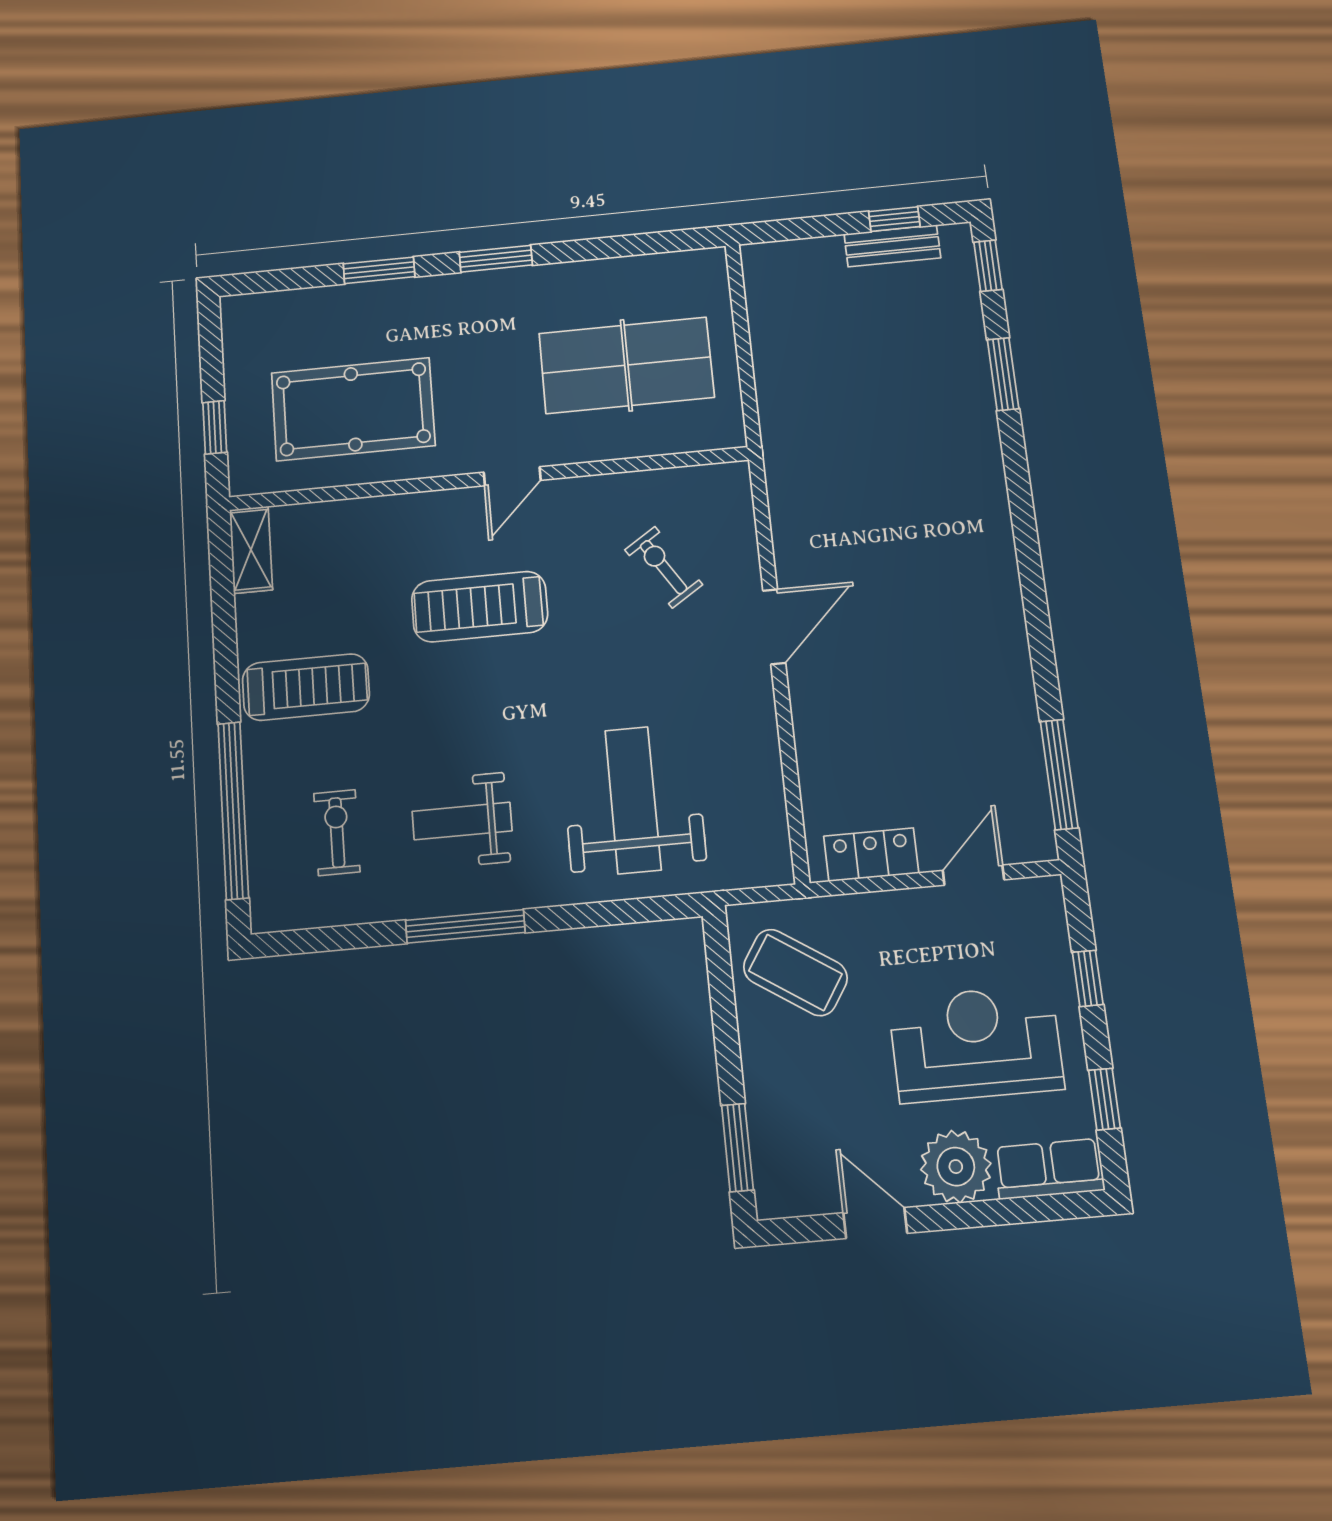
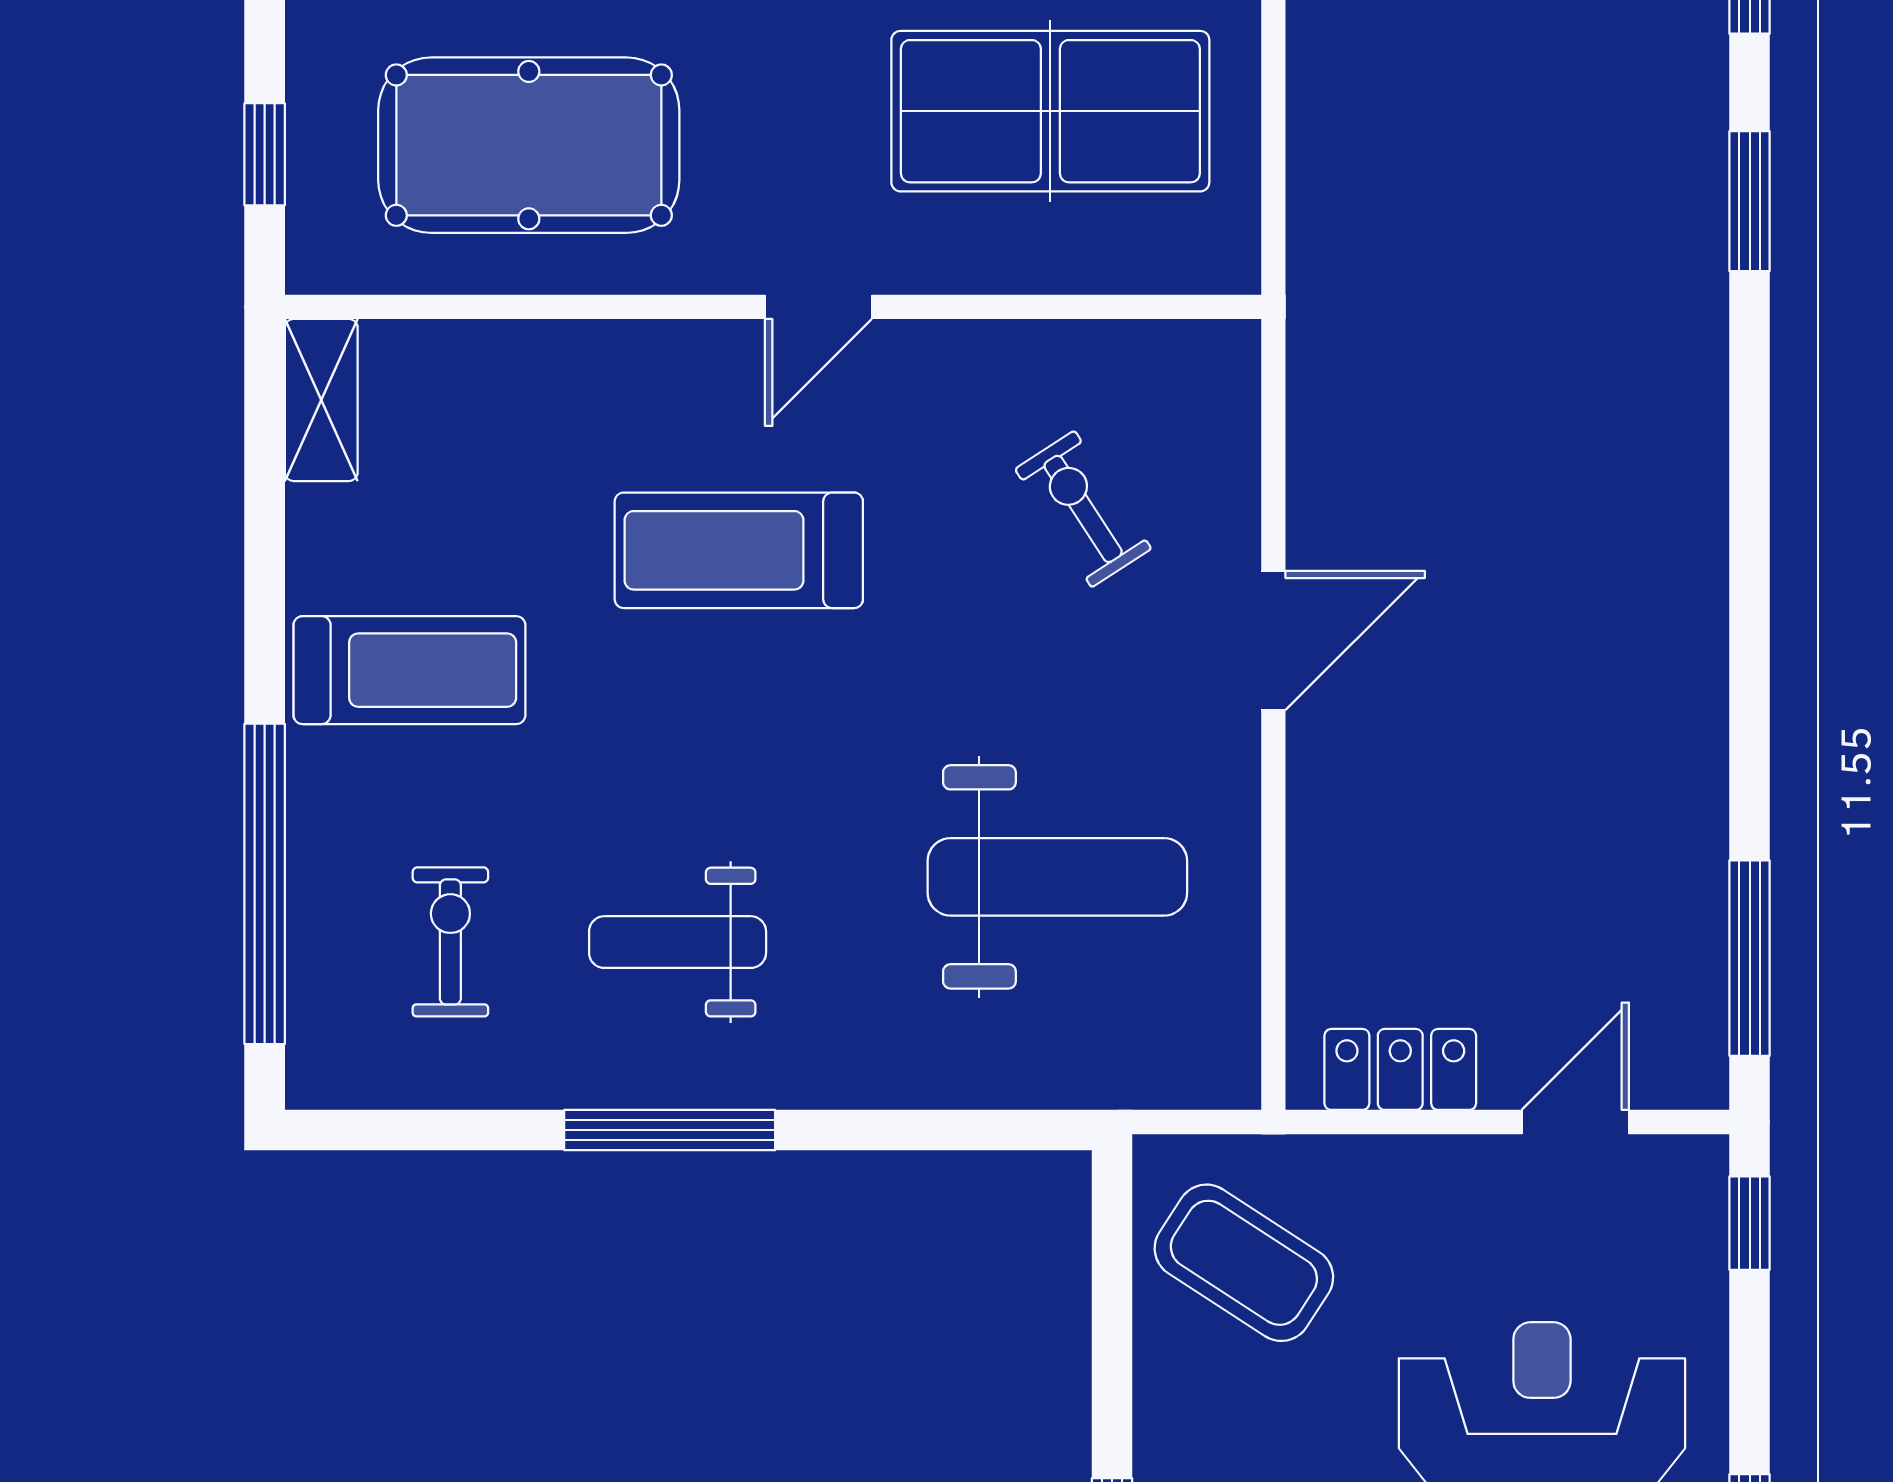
weight bench: (633, 800) -> (1057, 877), moved, turned 90
window: (1088, 978) -> (1750, 1223), moved

